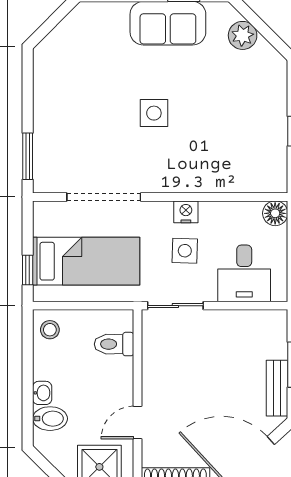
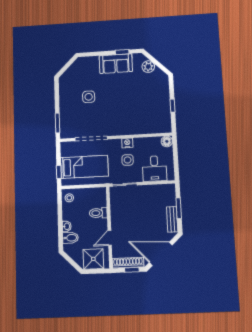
side table: (154, 113) -> (89, 97), moved
toilet: (114, 344) -> (98, 213), moved

